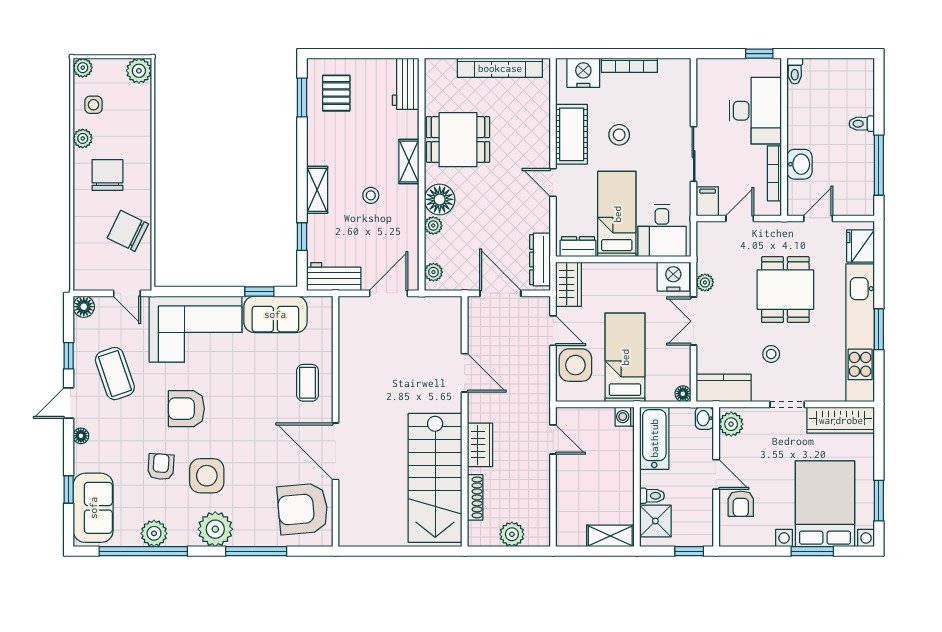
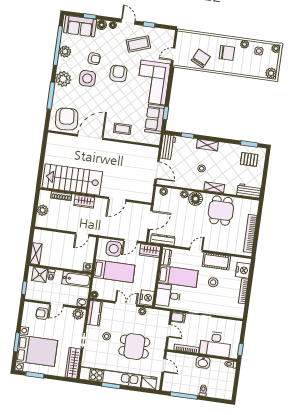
washbasin: (799, 164) -> (203, 362), moved
floor lamp: (84, 307) -> (102, 25), moved

